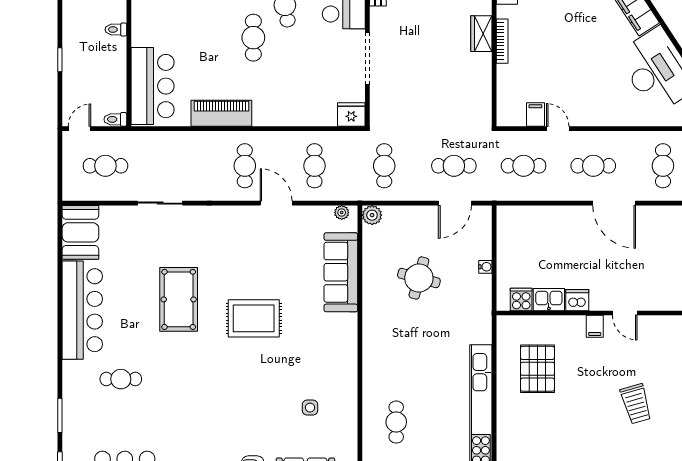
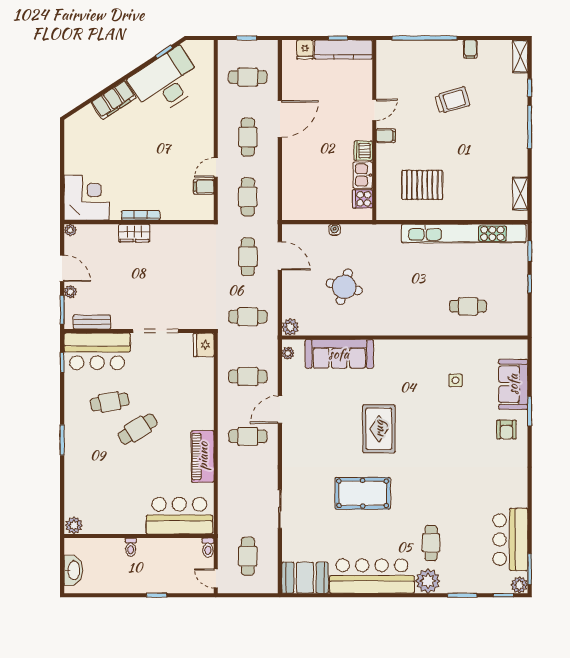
cafe table: (253, 38) -> (138, 429), turned -32
plant: (77, 375) -> (428, 581), added

